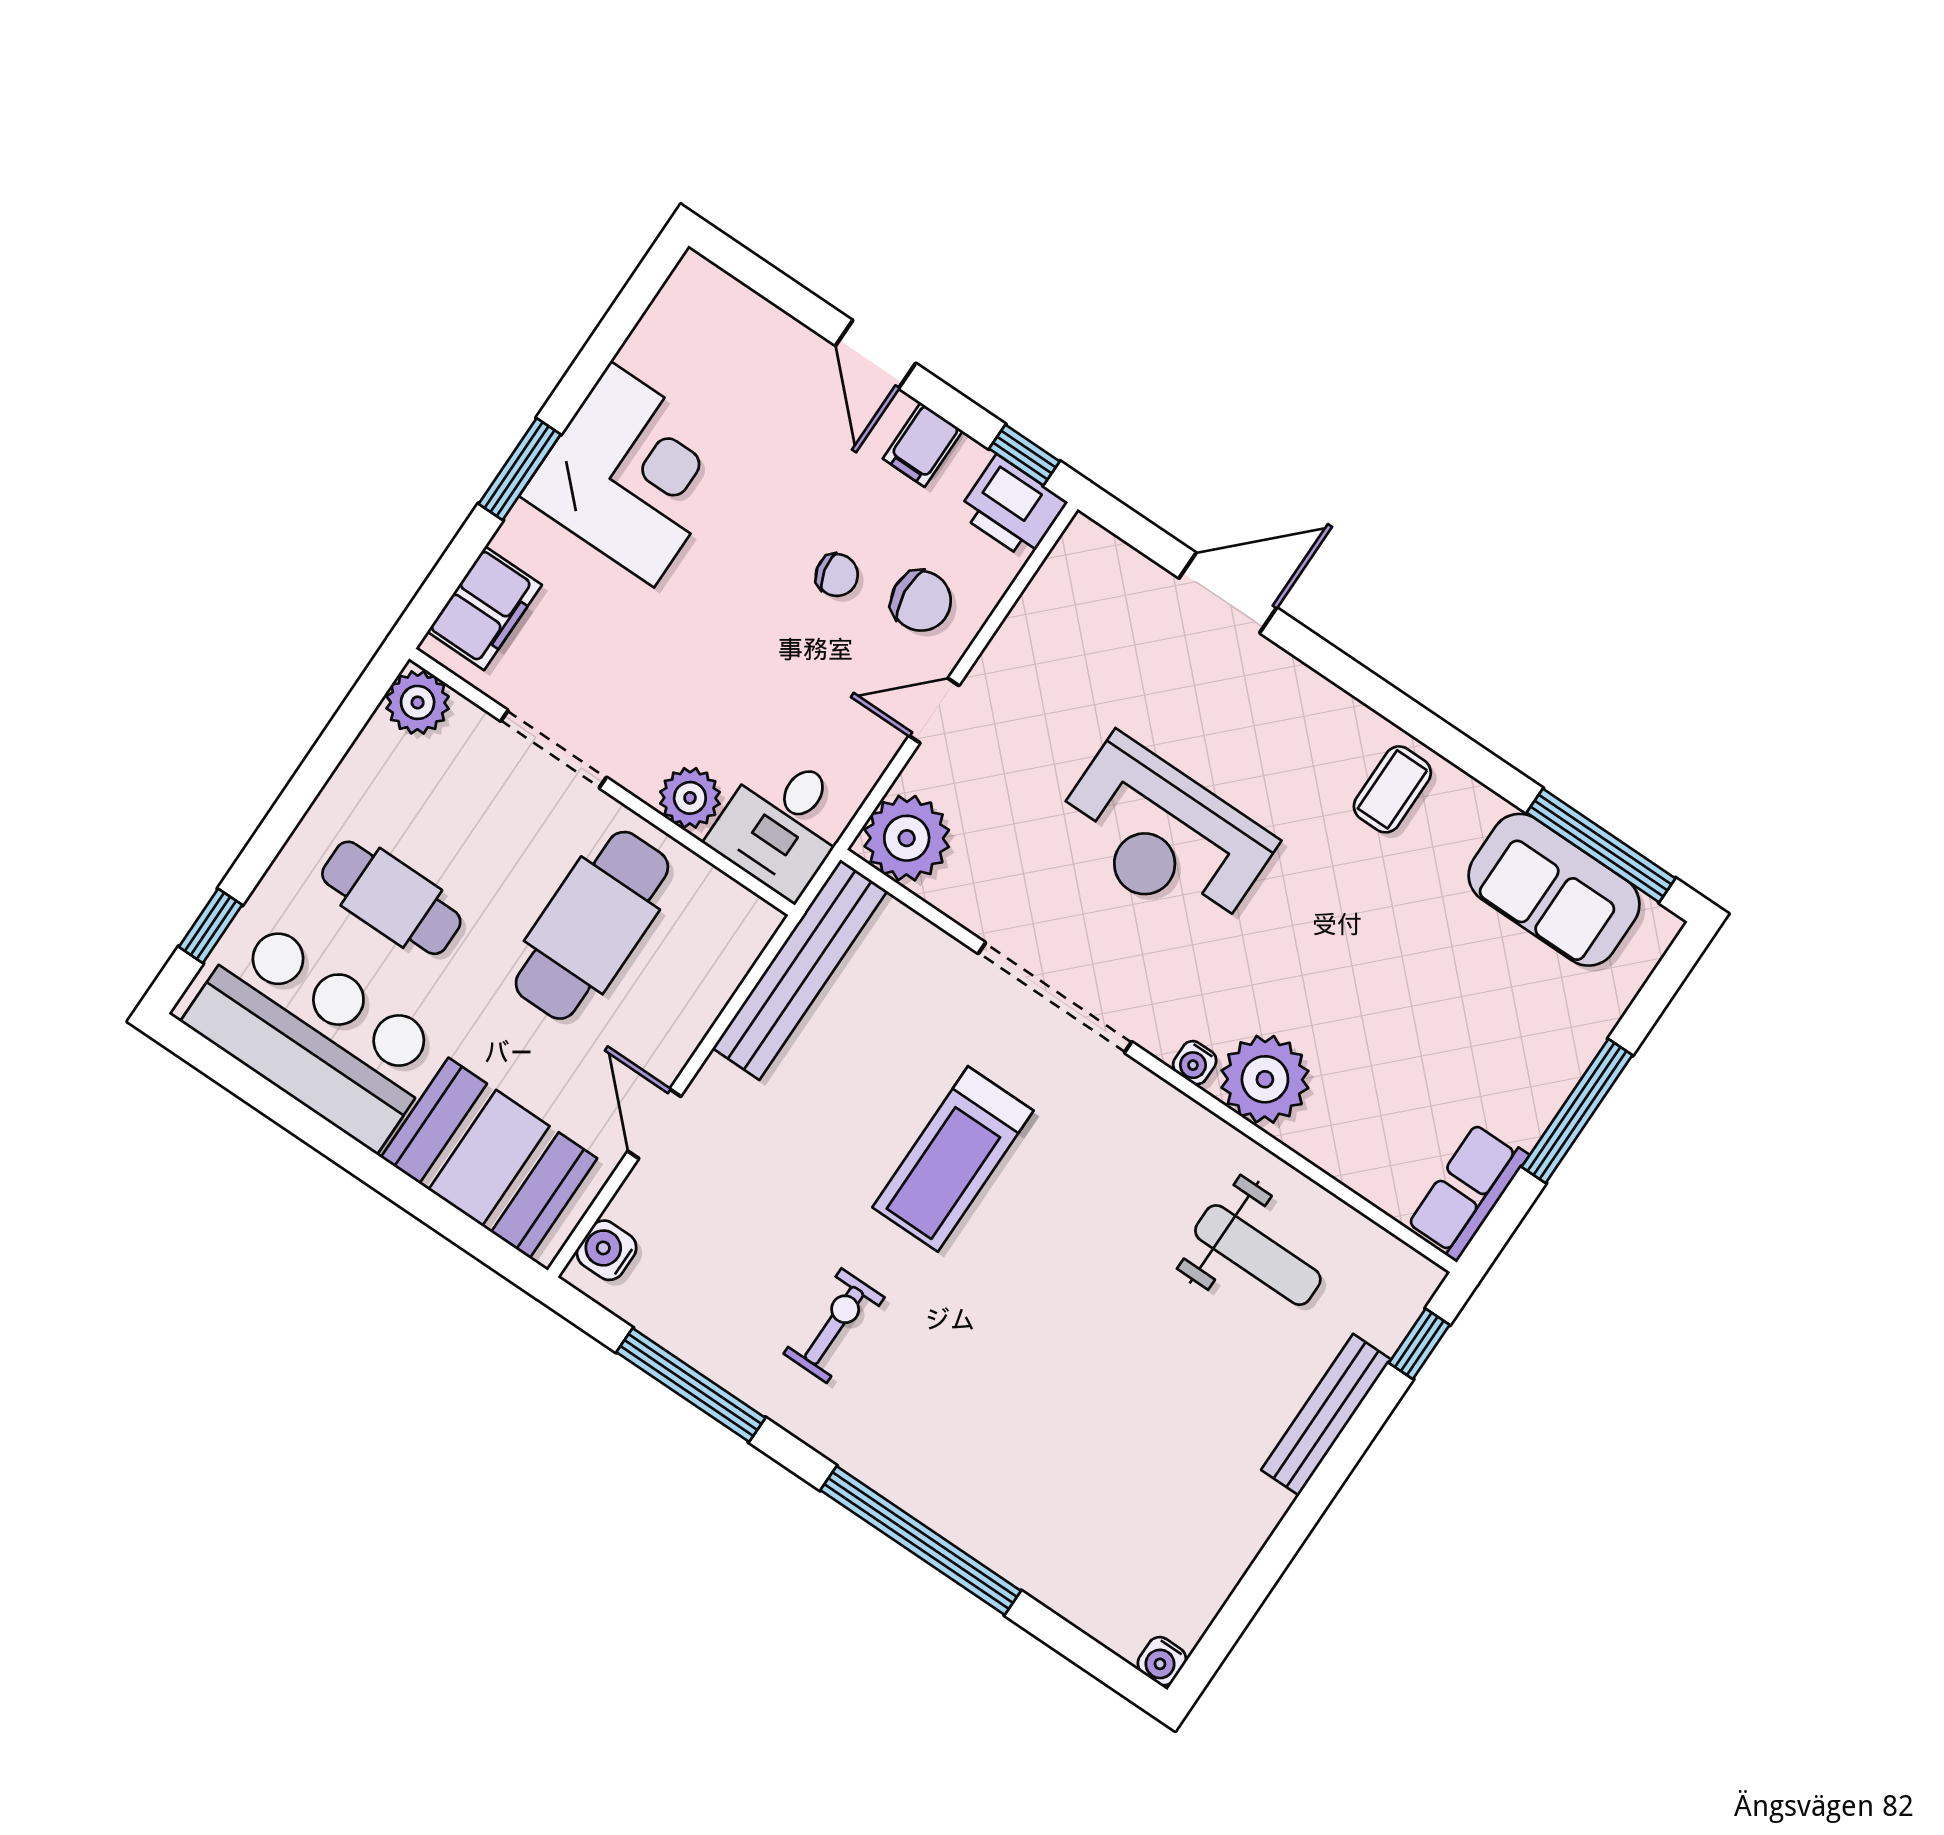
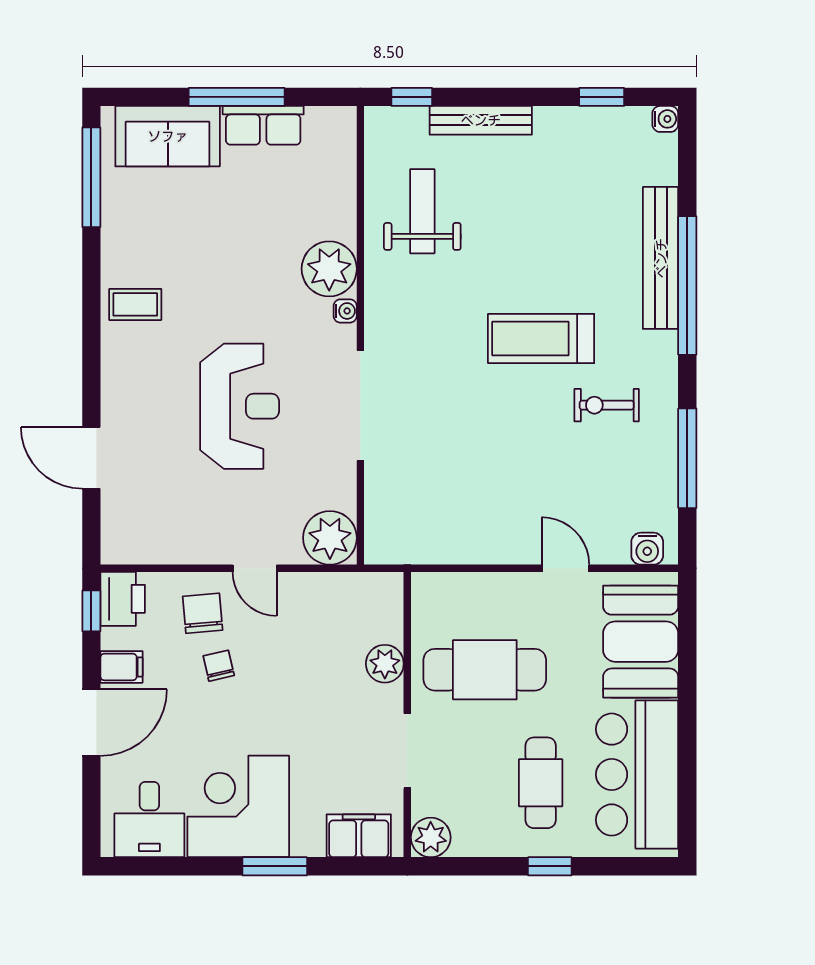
door: (876, 354) -> (91, 723), width x1.38
desk: (782, 824) -> (149, 819), moved, turned 90
sofa: (1554, 890) -> (168, 136), moved, turned 90
window: (210, 926) -> (550, 866), moved
bench: (800, 970) -> (661, 258), moved, turned 90
door: (654, 1124) -> (565, 568), swing flipped
treadmill: (953, 1159) -> (541, 339), moved, turned 180
row of seats: (1468, 1191) -> (263, 125), moved
window: (1248, 1596) -> (602, 97), added

